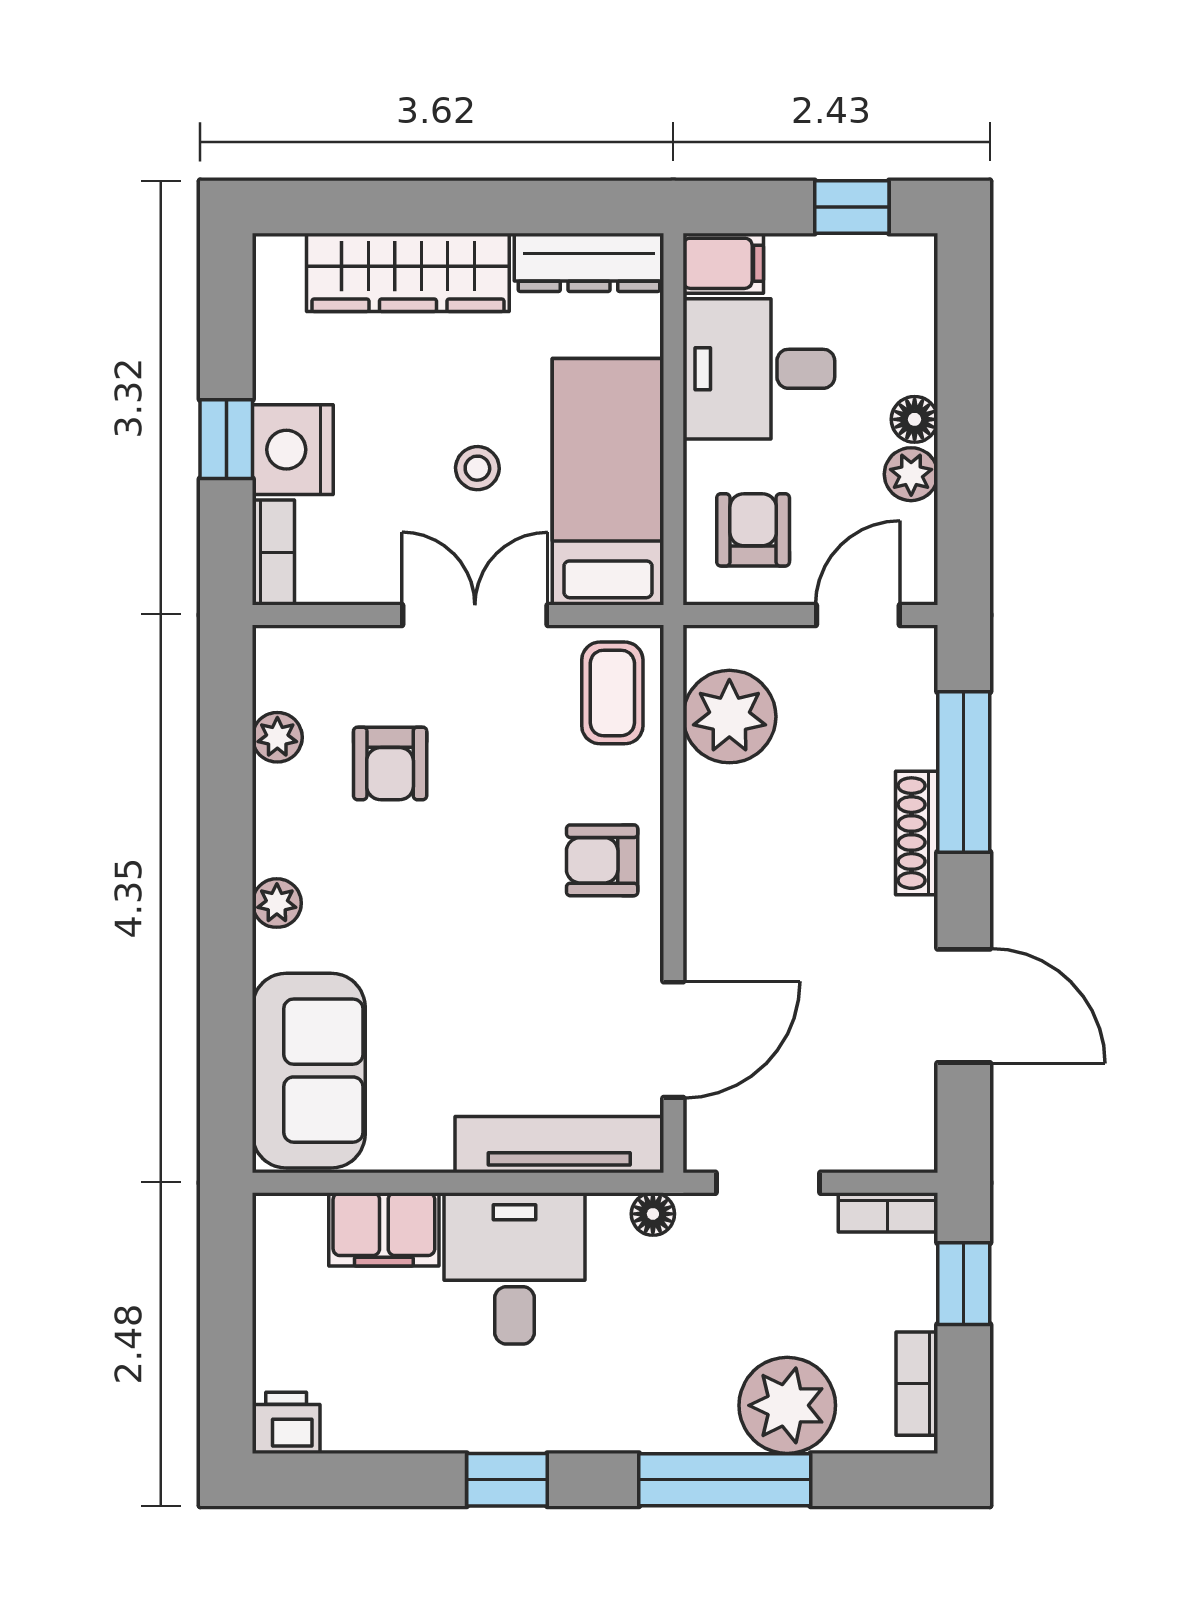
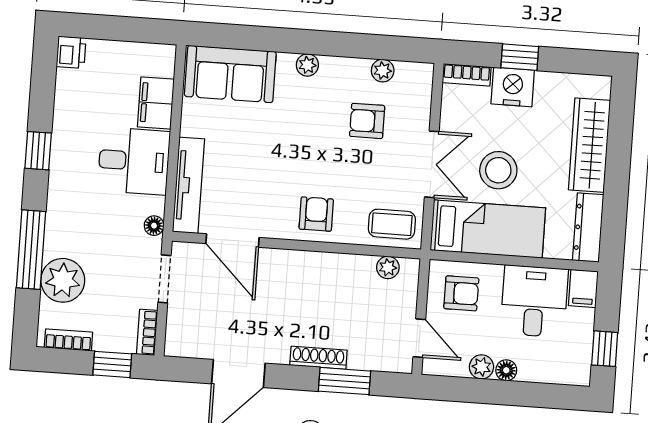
stool: (477, 468) -> (498, 170), width x1.89, depth x1.89
plant: (729, 717) -> (388, 267), width x0.53, depth x0.53
window: (964, 772) -> (345, 381), width x0.69

